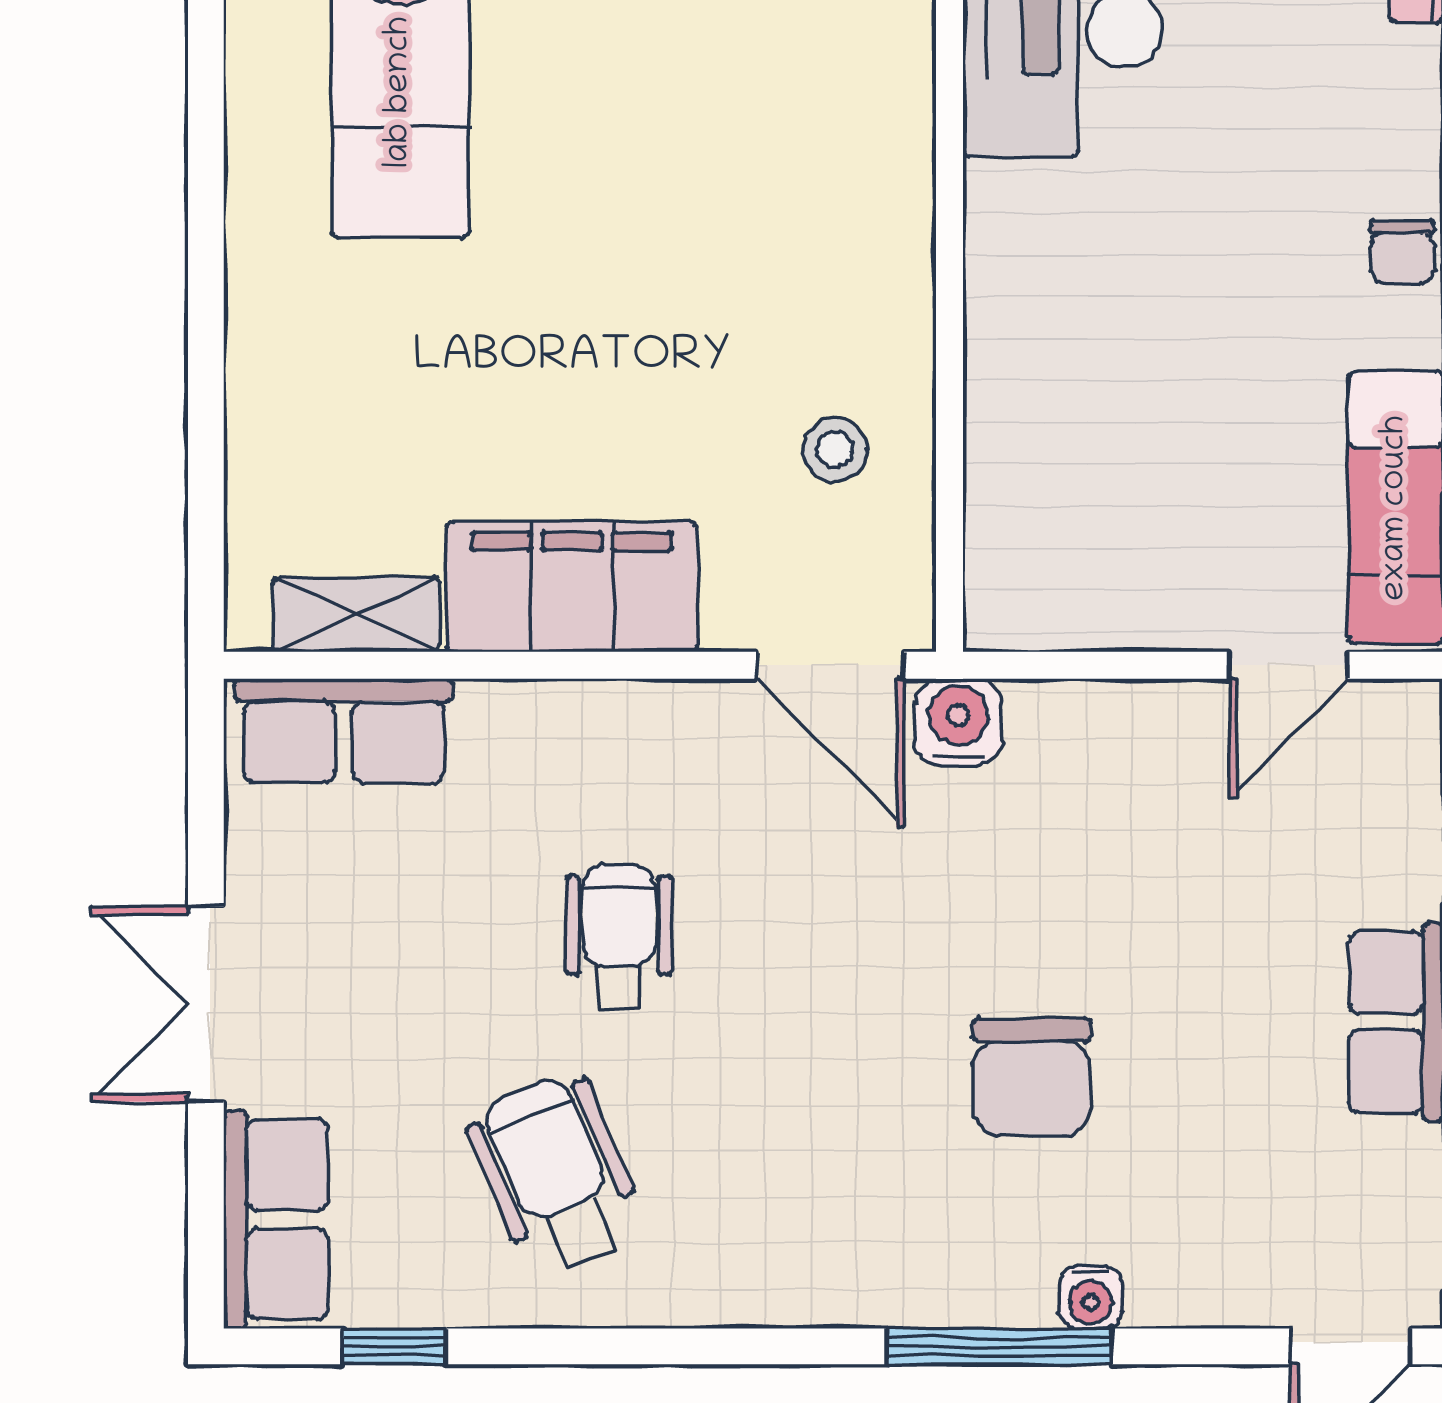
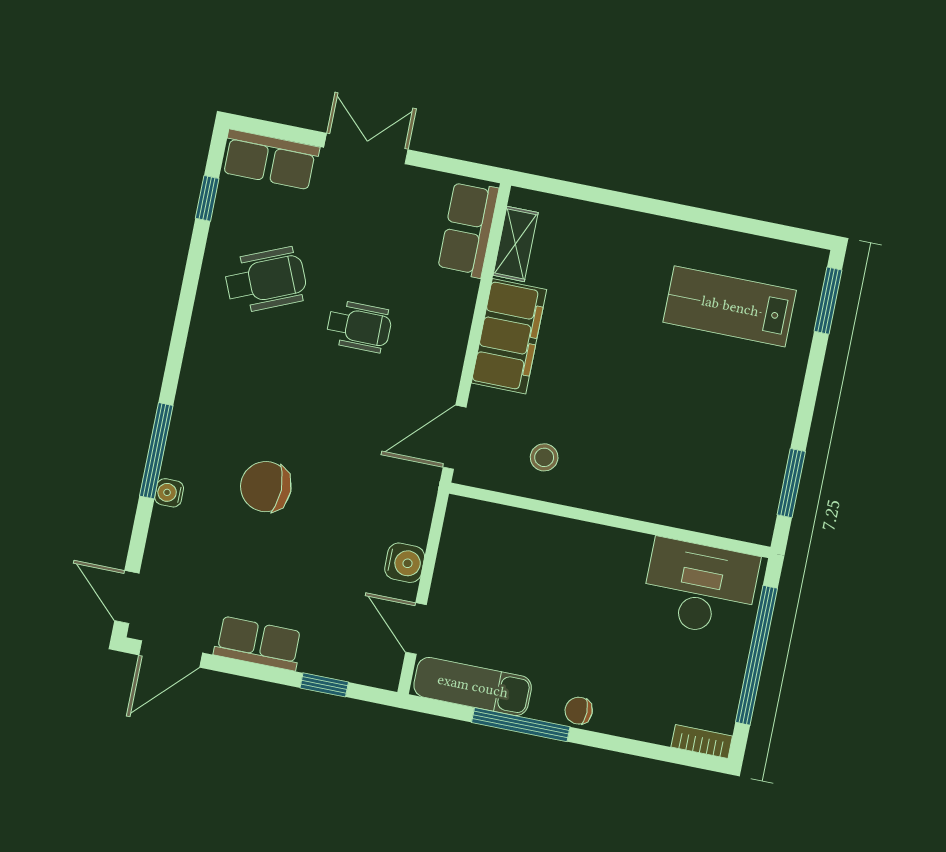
water cooler: (958, 722) -> (405, 563), moved

